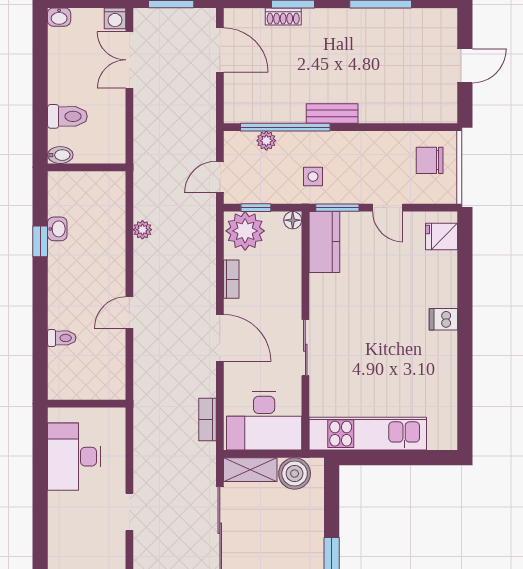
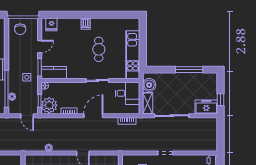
cafe table: (381, 351) -> (99, 49), added
desk: (264, 421) -> (127, 93), width x0.73

